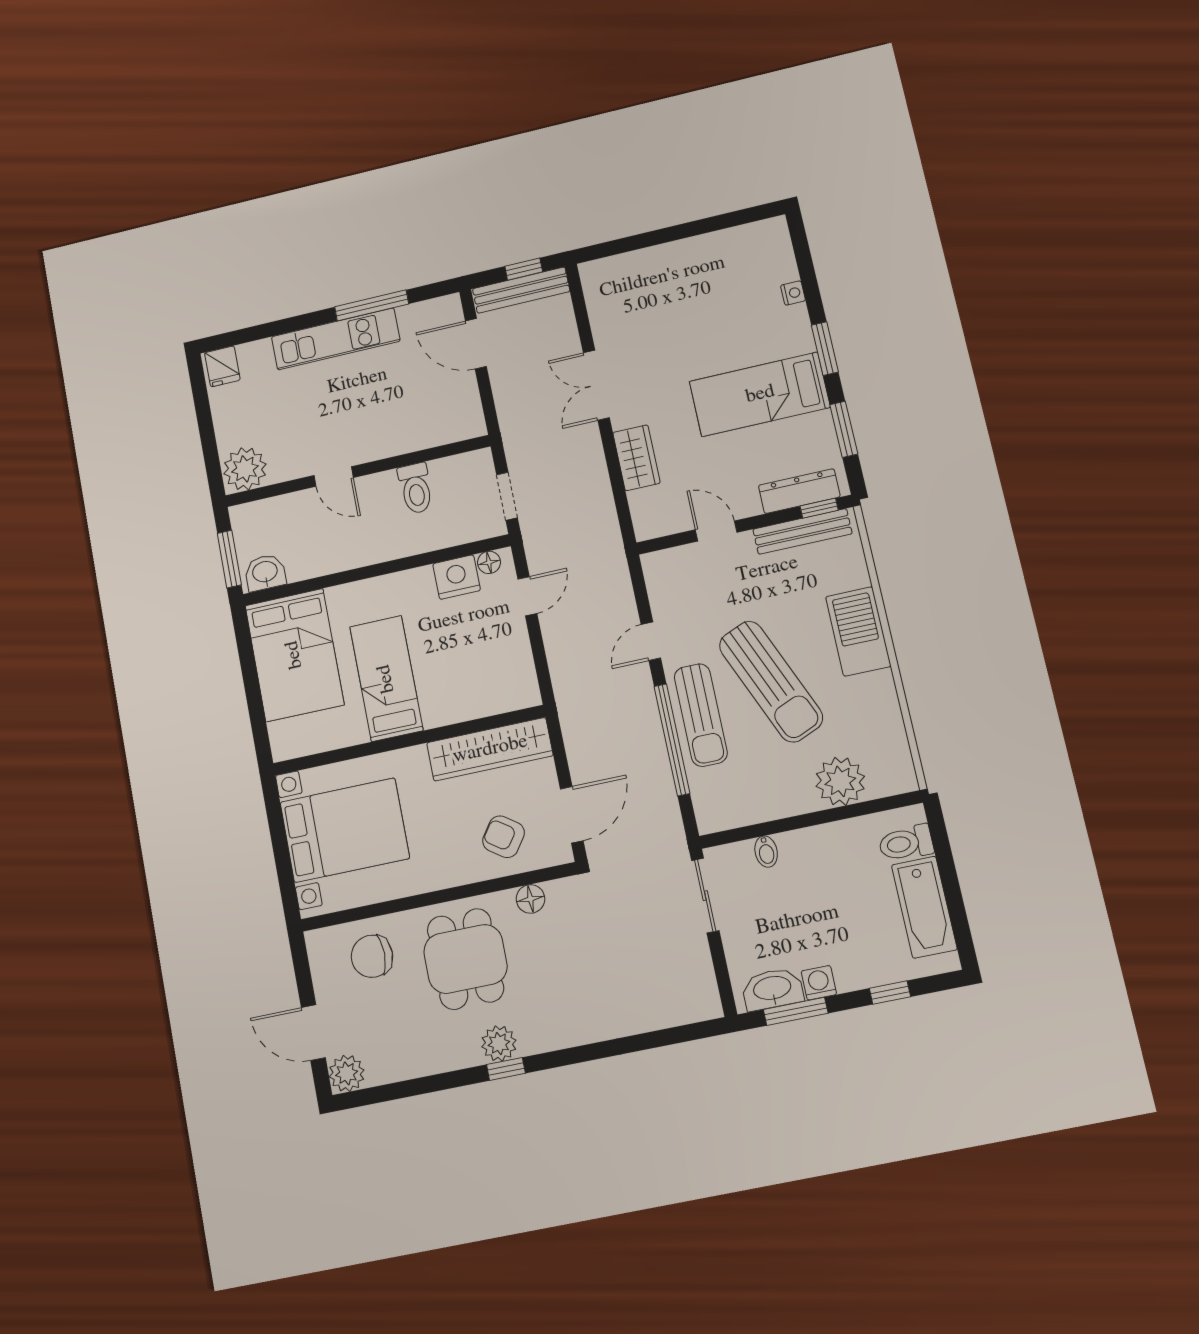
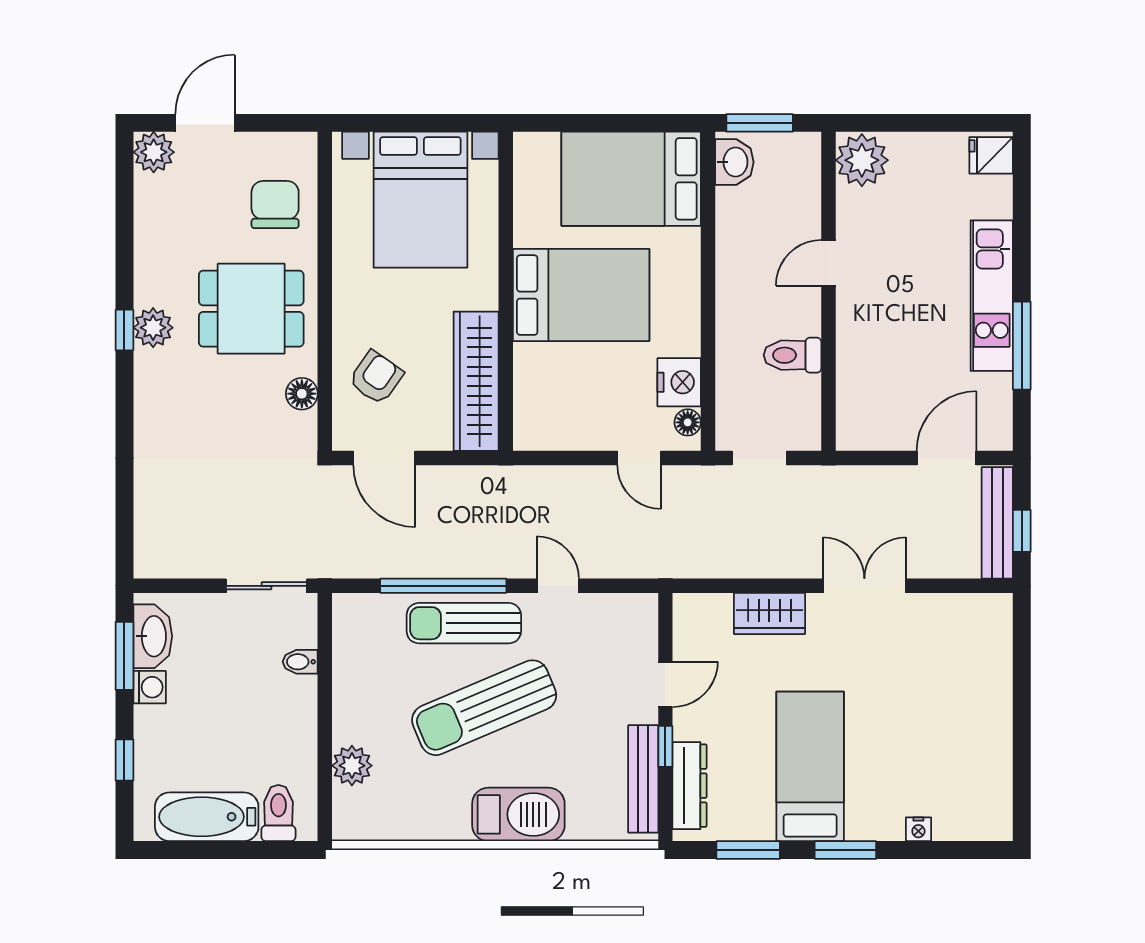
window: (819, 508) -> (665, 746), moved
bed: (386, 679) -> (581, 295), width x1.50
plant: (840, 781) -> (352, 766), width x0.73, depth x0.73

